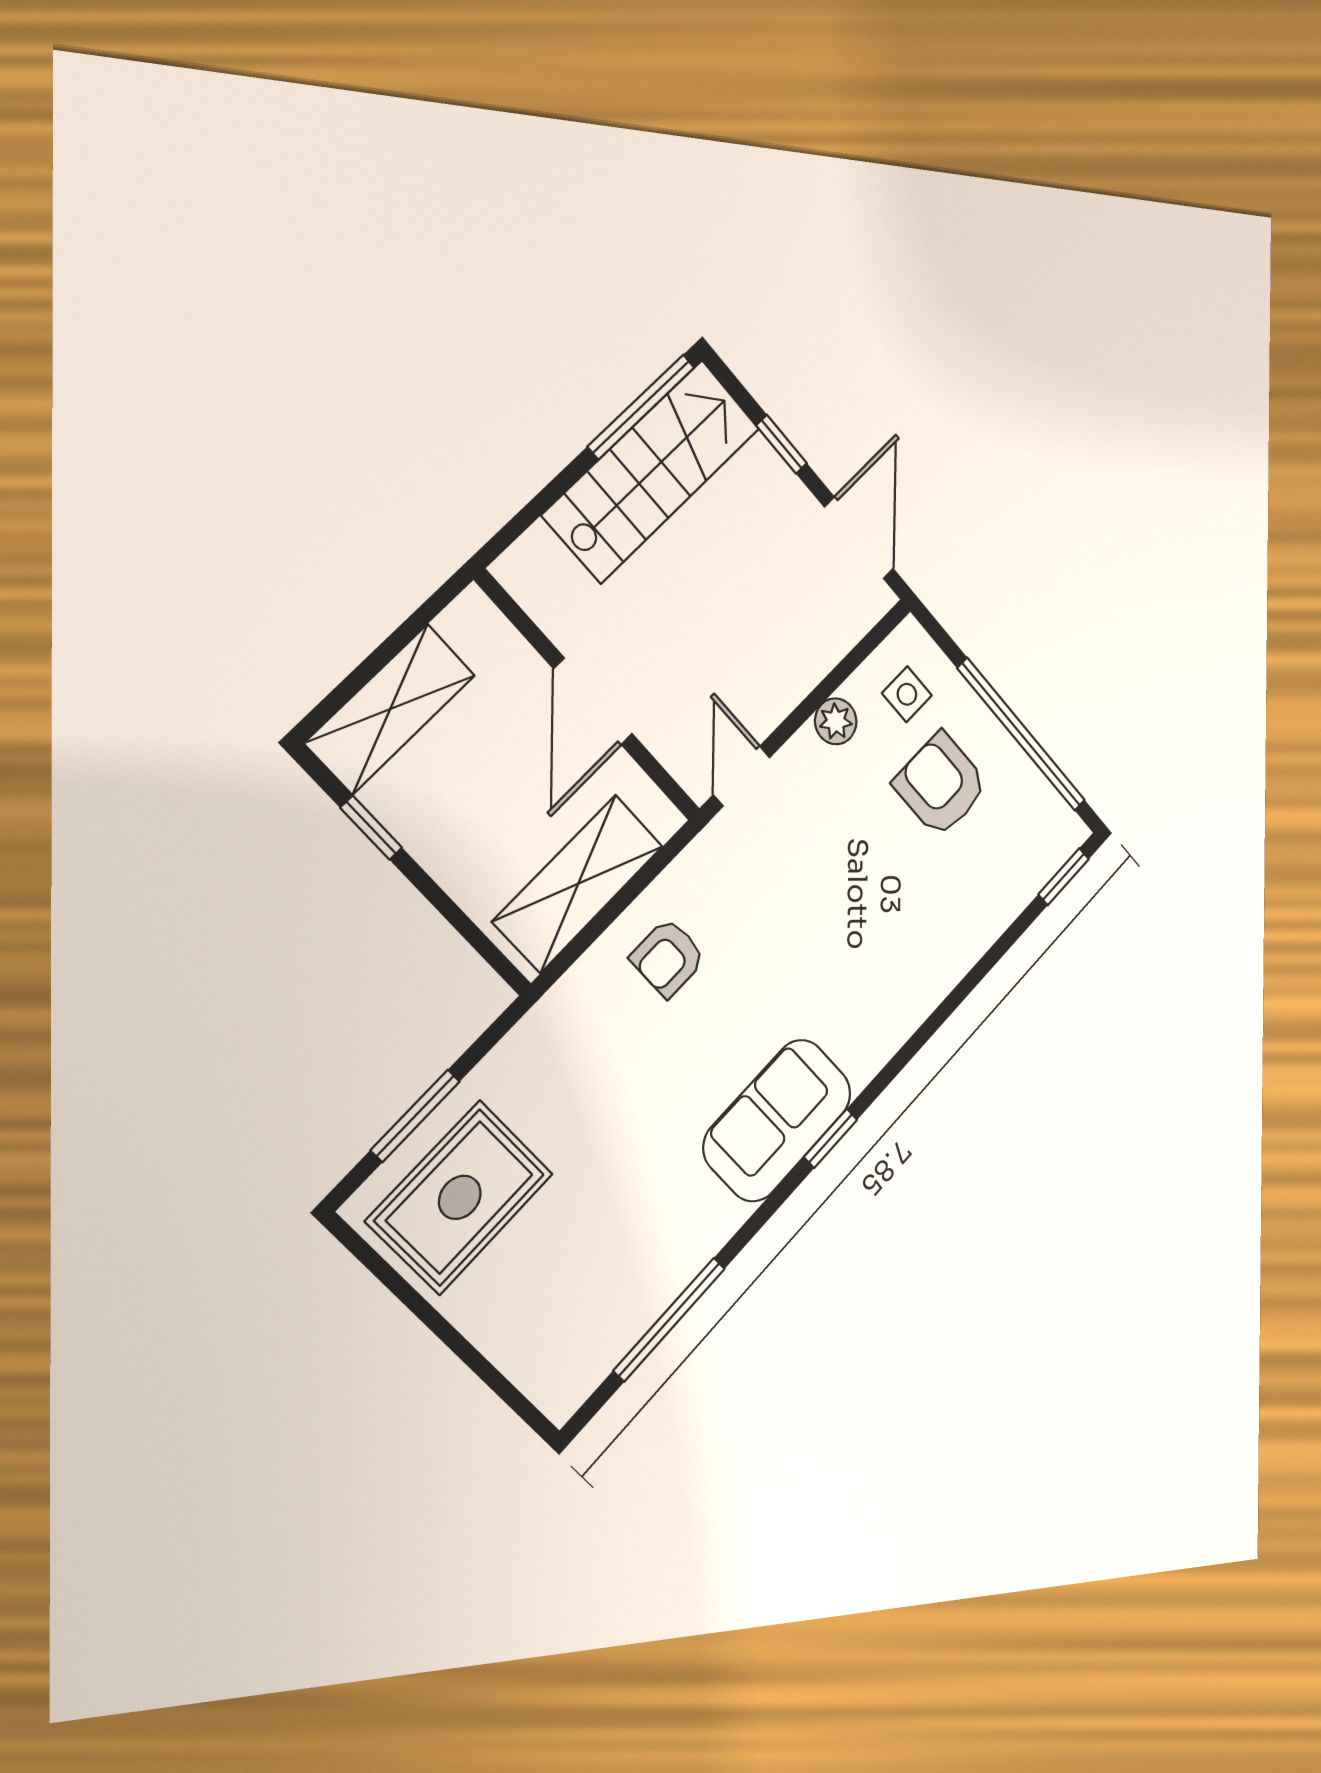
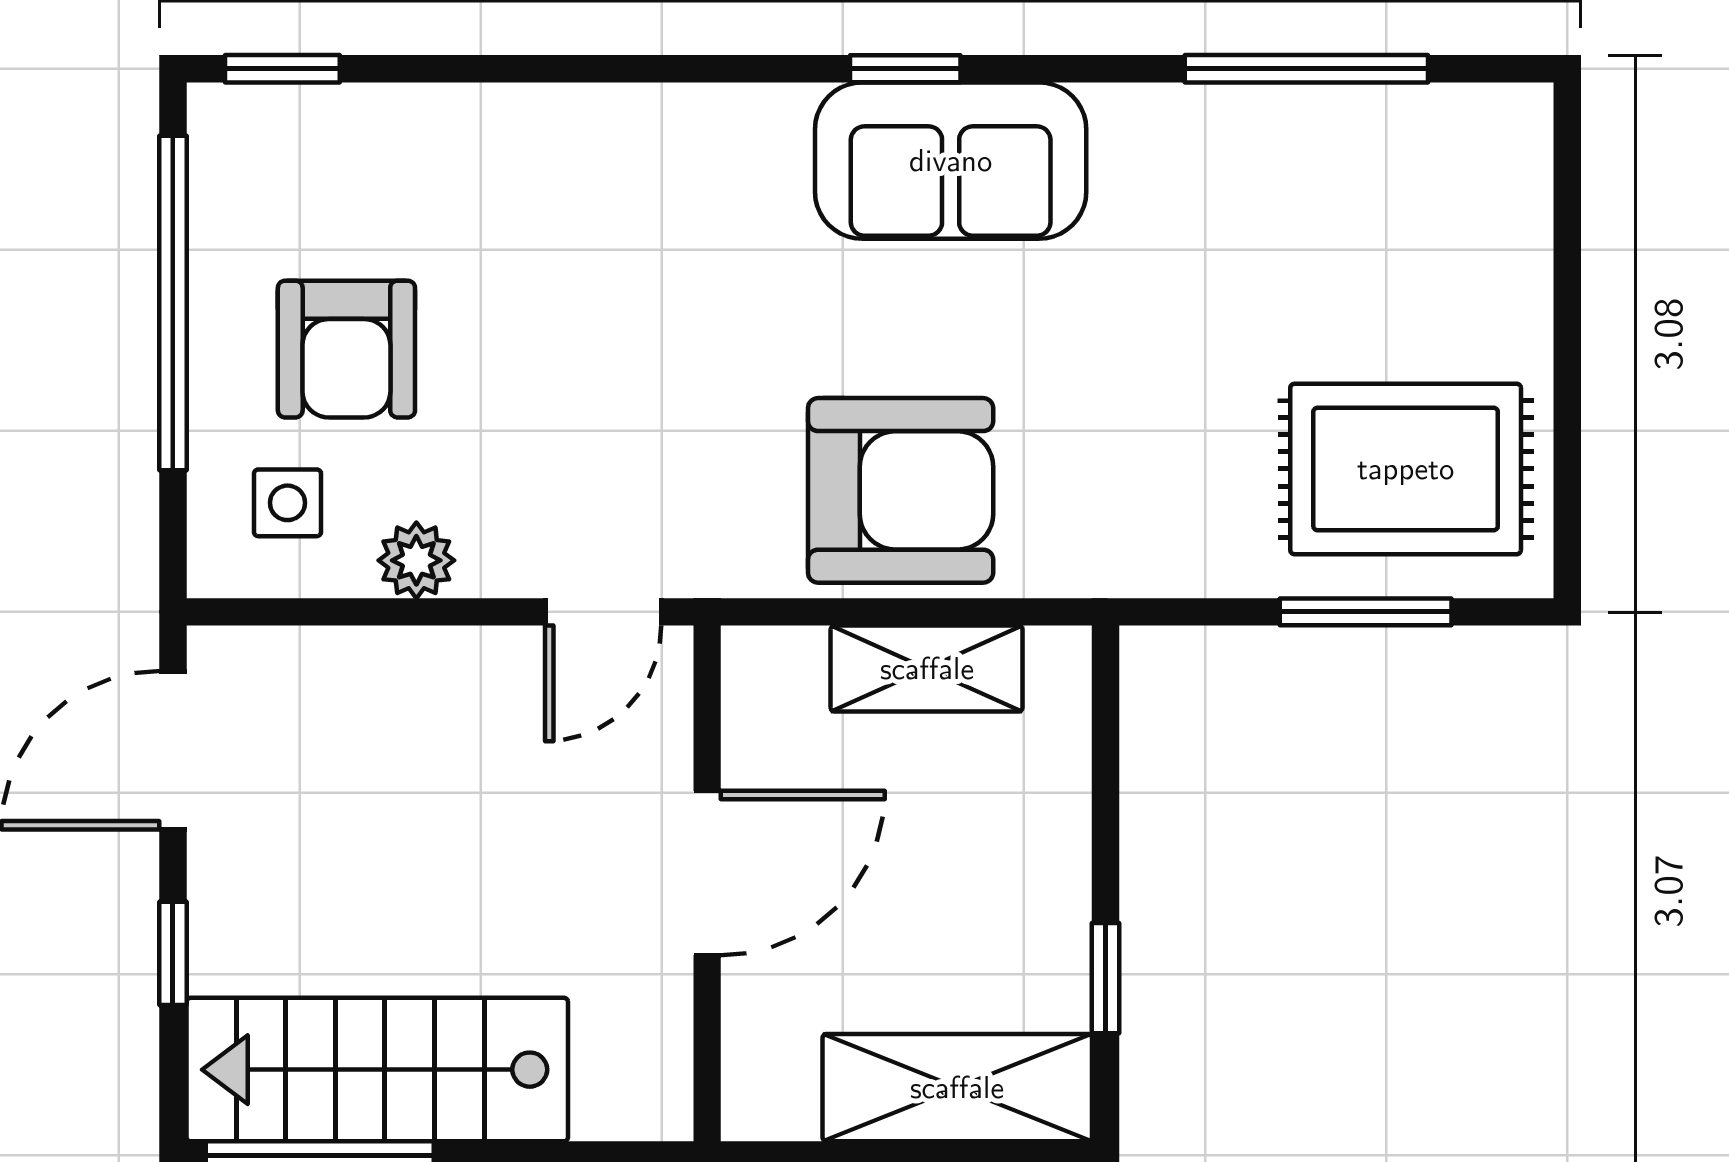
shelving: (578, 884) -> (927, 669), width x0.67, depth x0.75
armchair: (668, 958) -> (901, 490), width x1.88, depth x1.88

